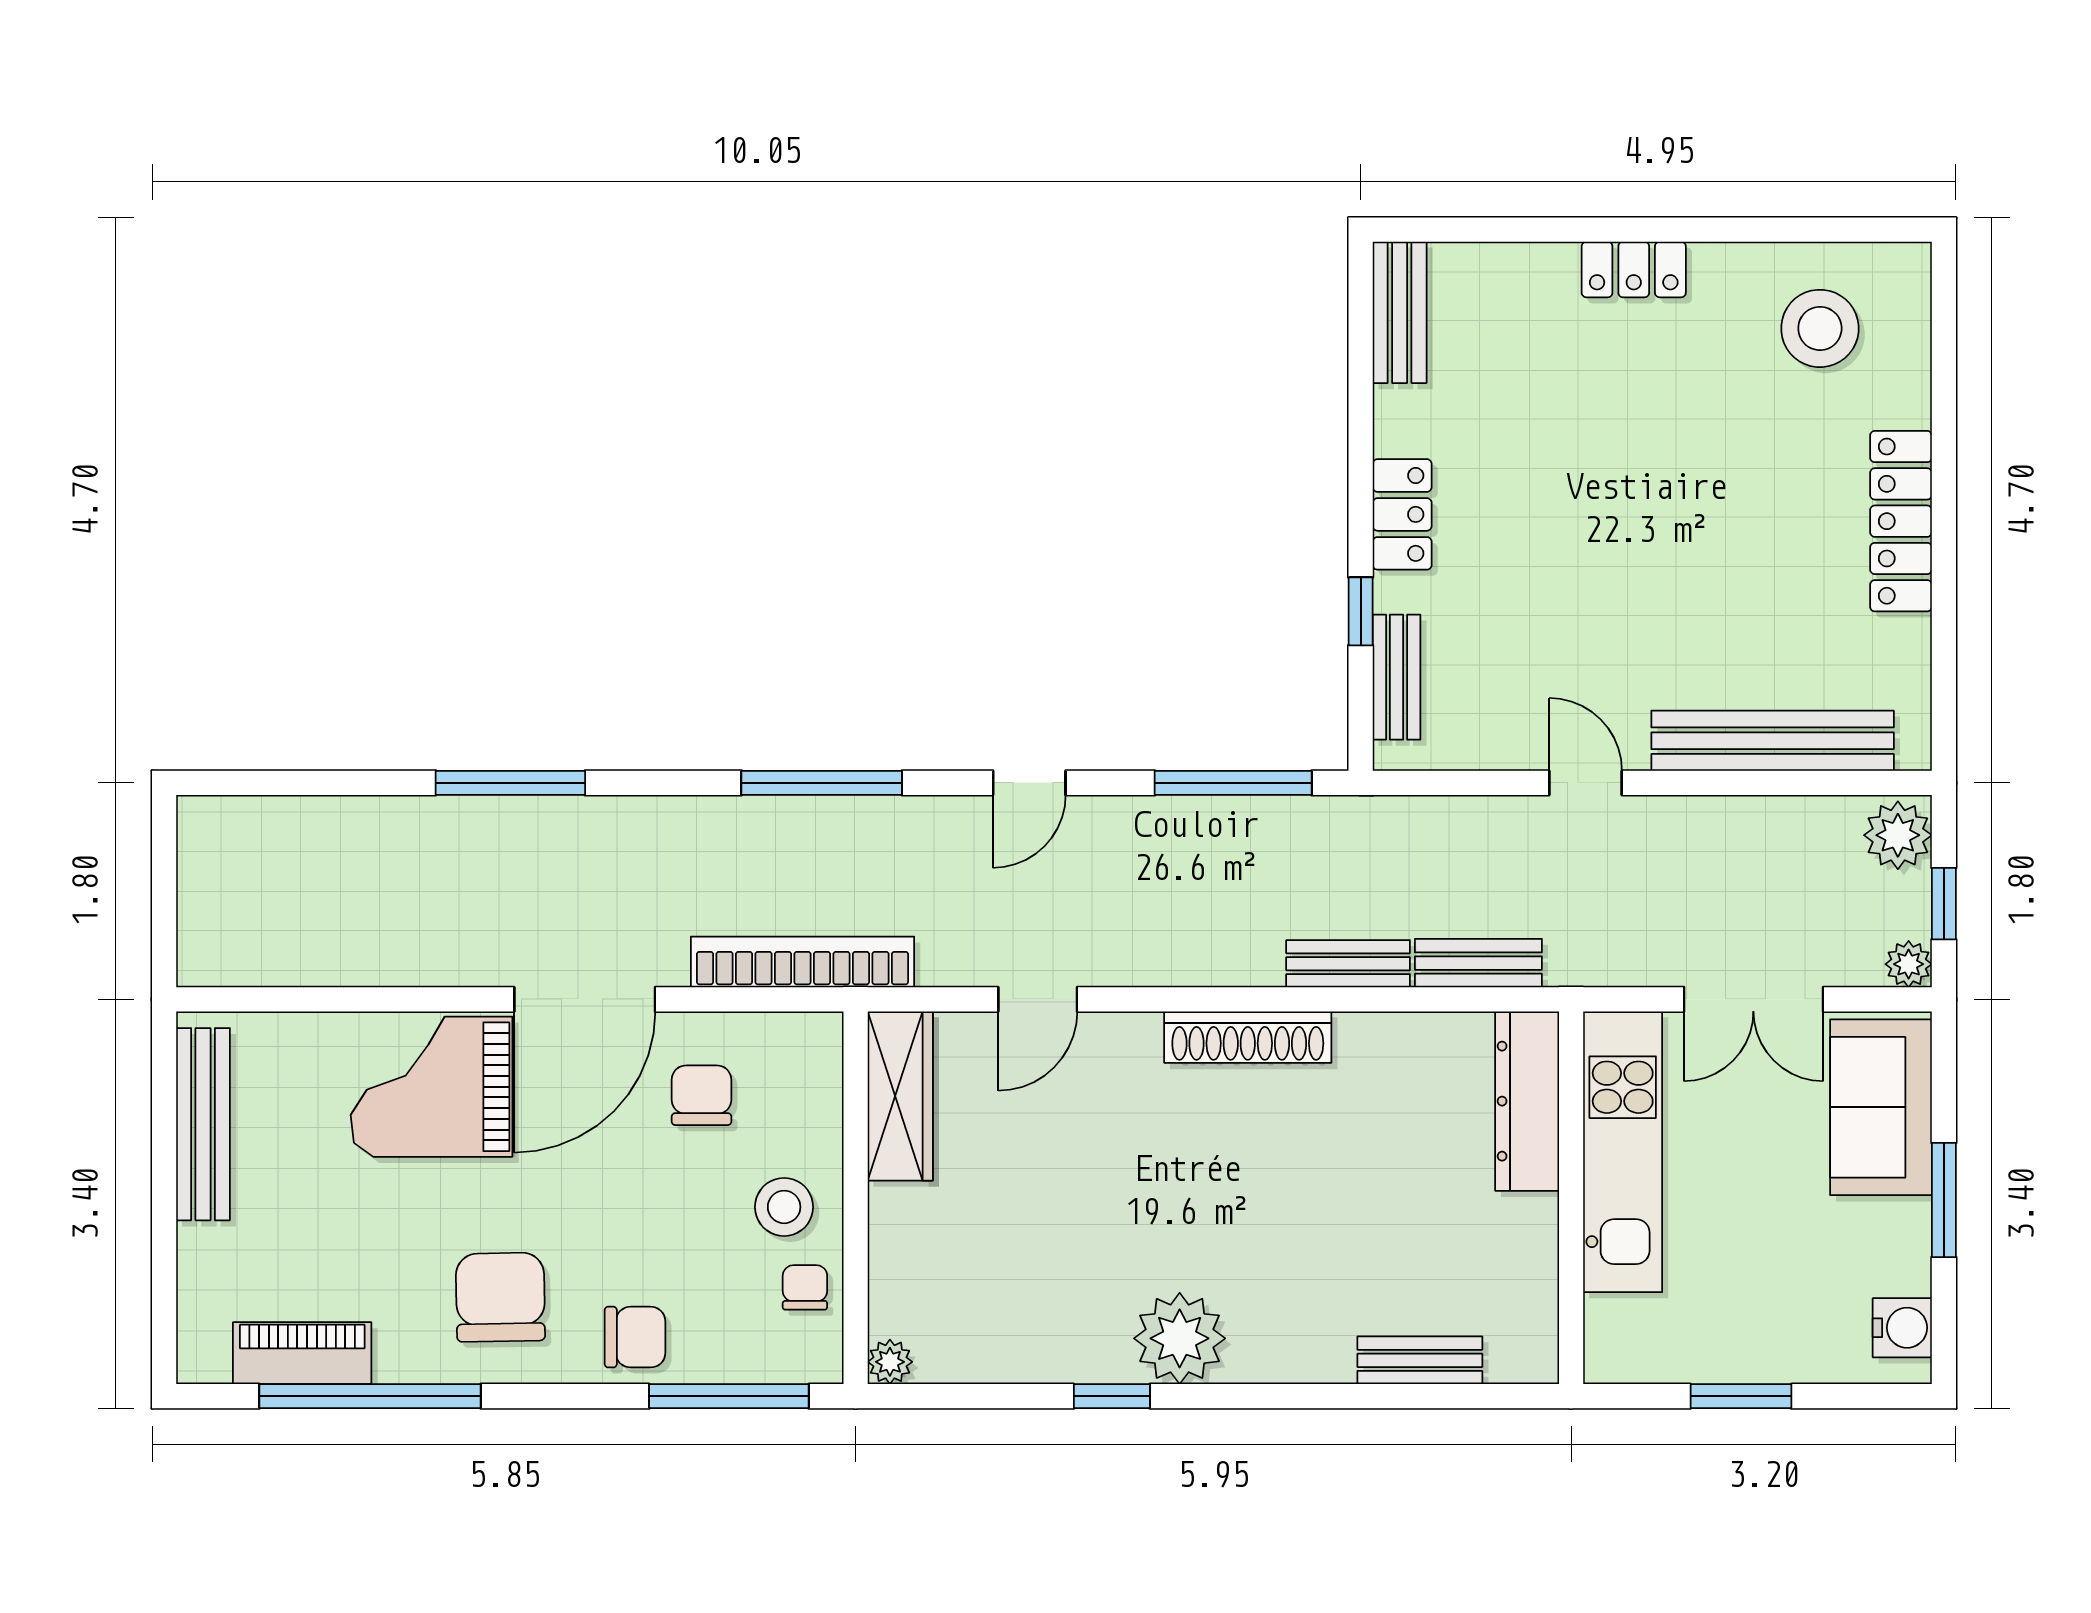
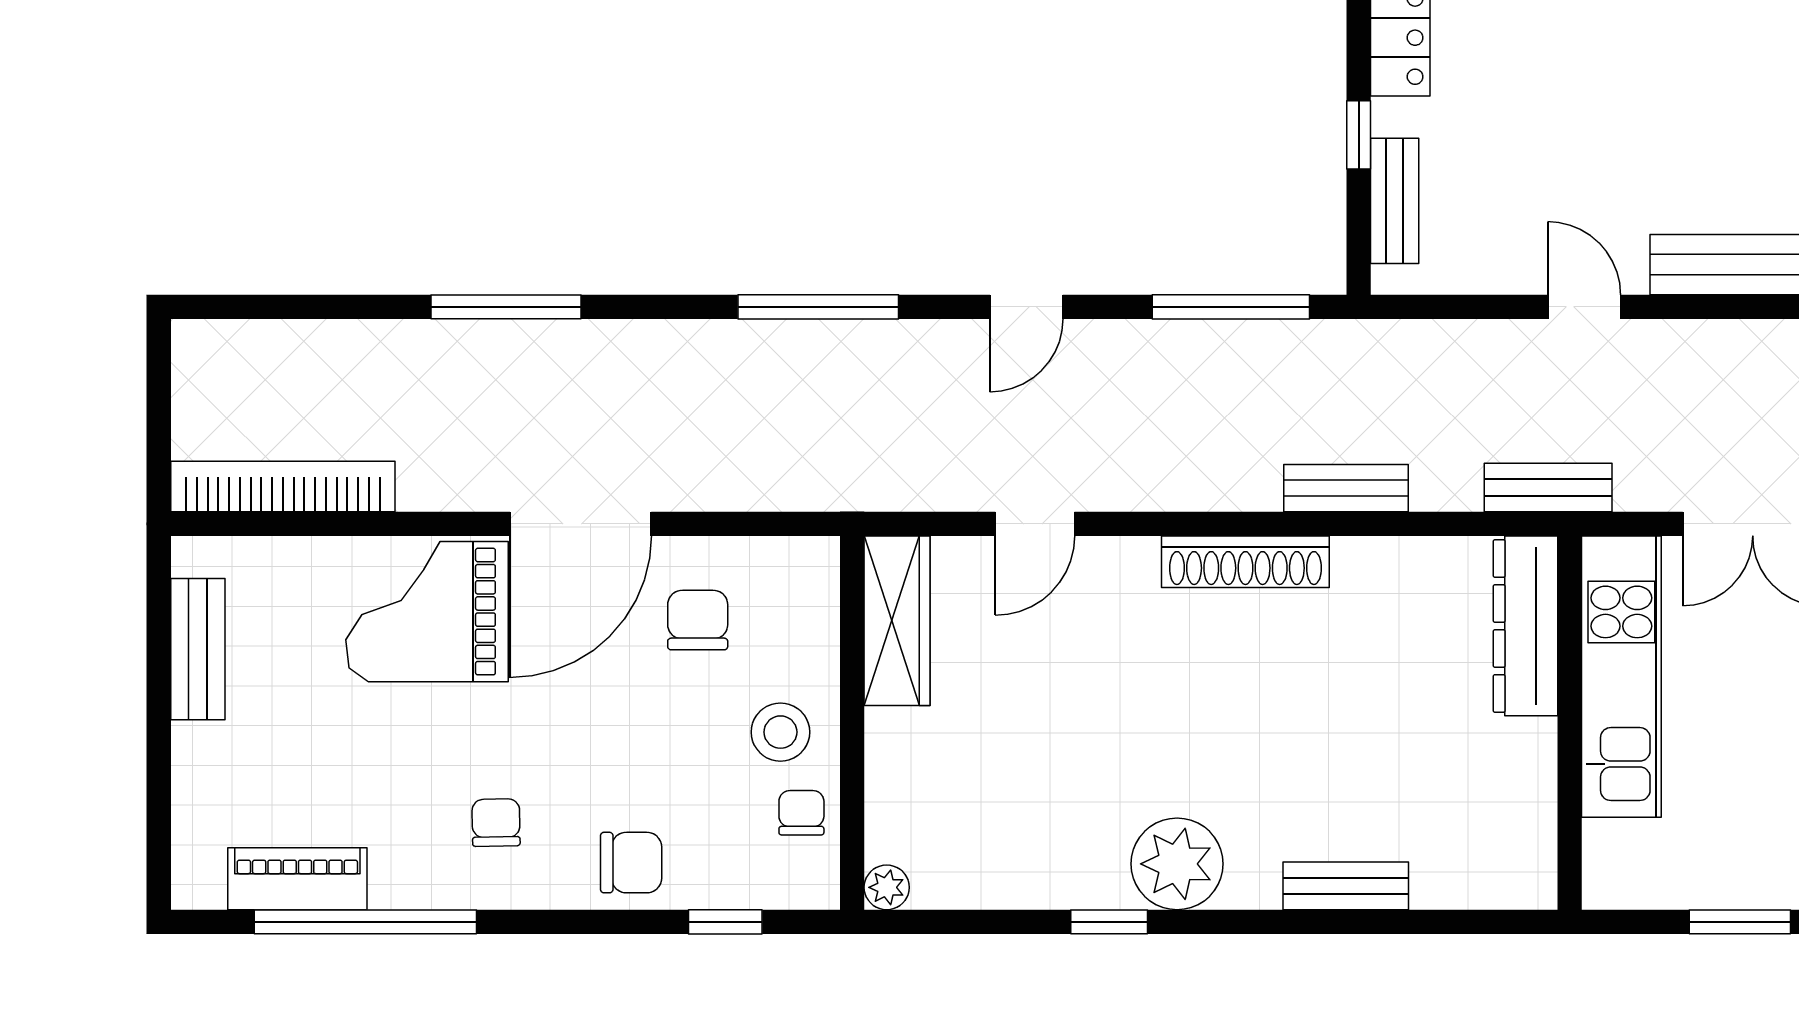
bookcase: (802, 962) -> (283, 486), moved
bench: (1478, 963) -> (1548, 488), moved
bench: (203, 1124) -> (198, 649), width x0.73
chair: (500, 1297) -> (496, 823), width x0.54, depth x0.54
bench: (1420, 1360) -> (1346, 886), moved
window: (729, 1396) -> (725, 922), width x0.46

